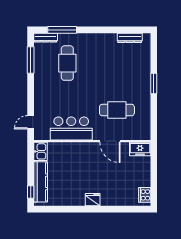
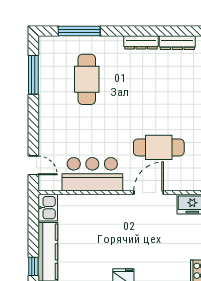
dresser: (46, 38) -> (141, 42), moved
door: (31, 122) -> (33, 165), swing flipped
door: (110, 141) -> (149, 193), swing flipped

